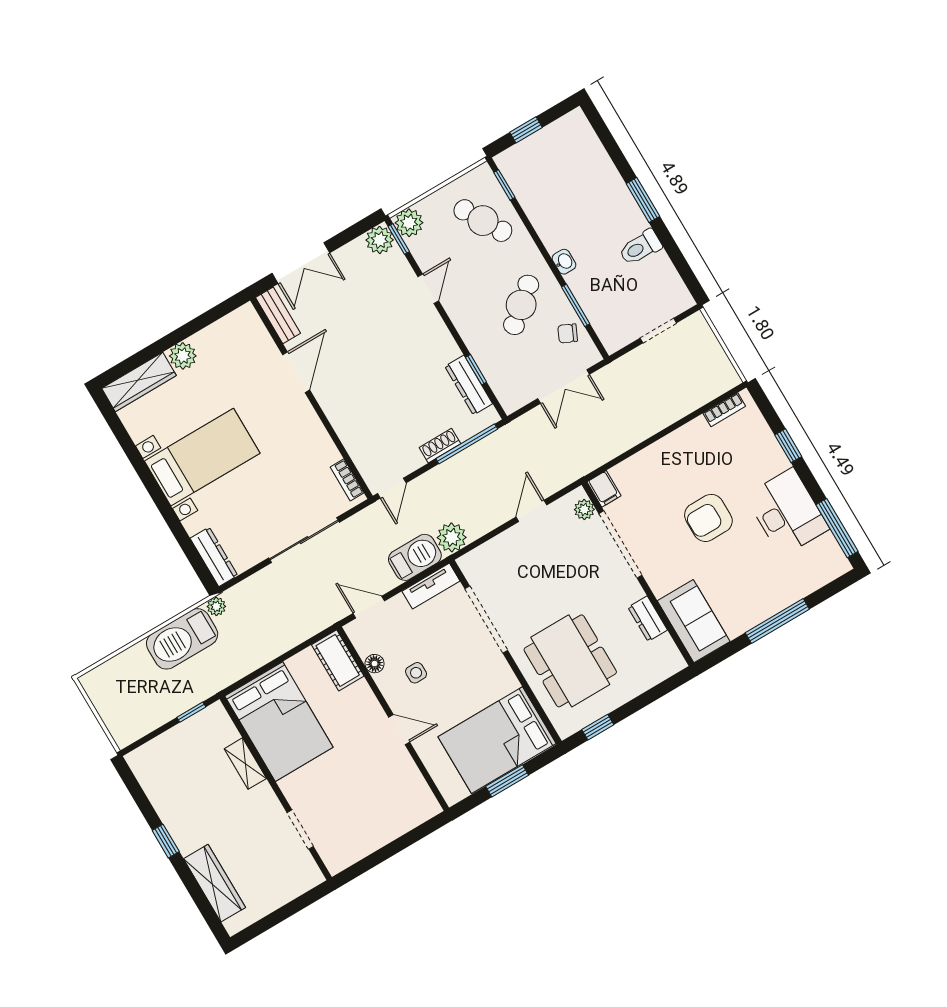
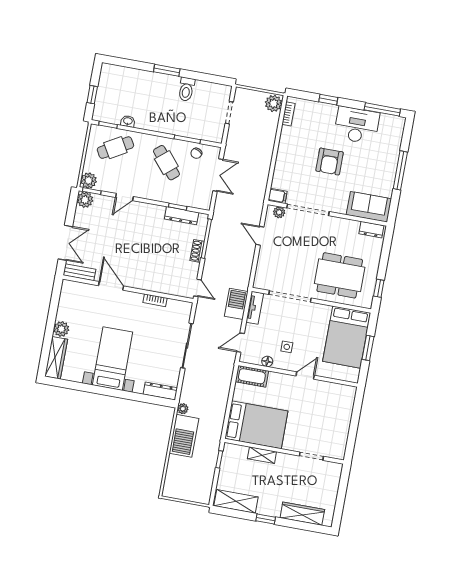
washbasin: (564, 262) -> (128, 121), moved
door: (428, 289) -> (124, 197), swing flipped
bookcase: (347, 480) -> (155, 300), moved
plant: (452, 537) -> (274, 103), moved
dresser: (648, 619) -> (371, 230), moved
shelving: (155, 782) -> (236, 501), added

